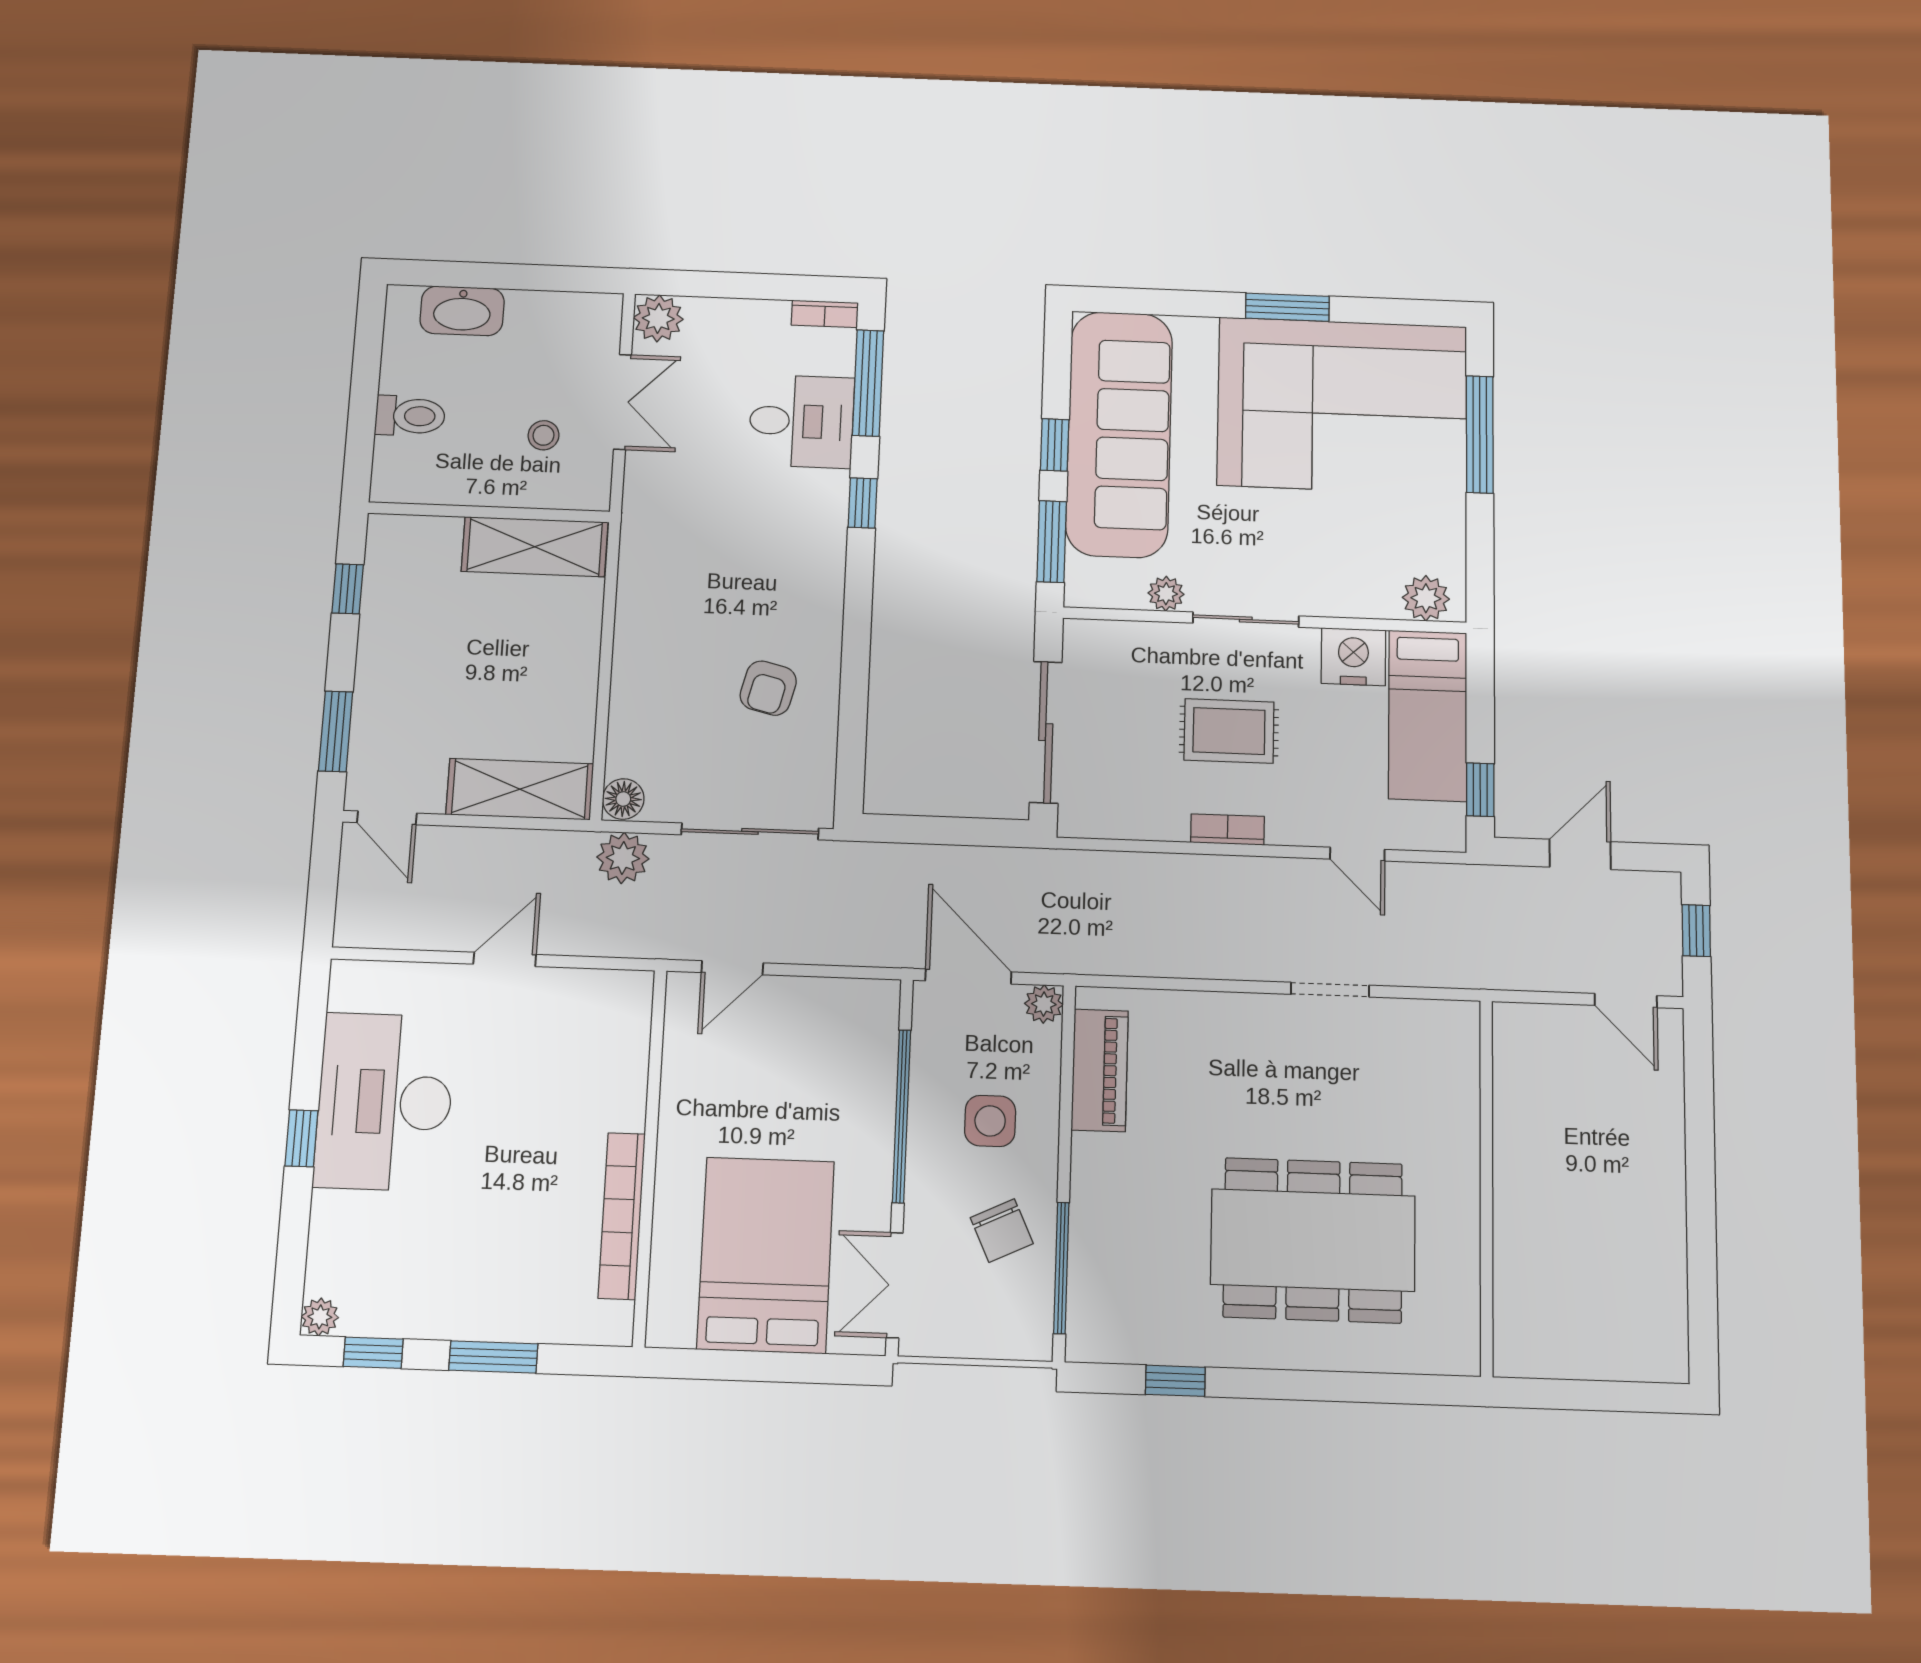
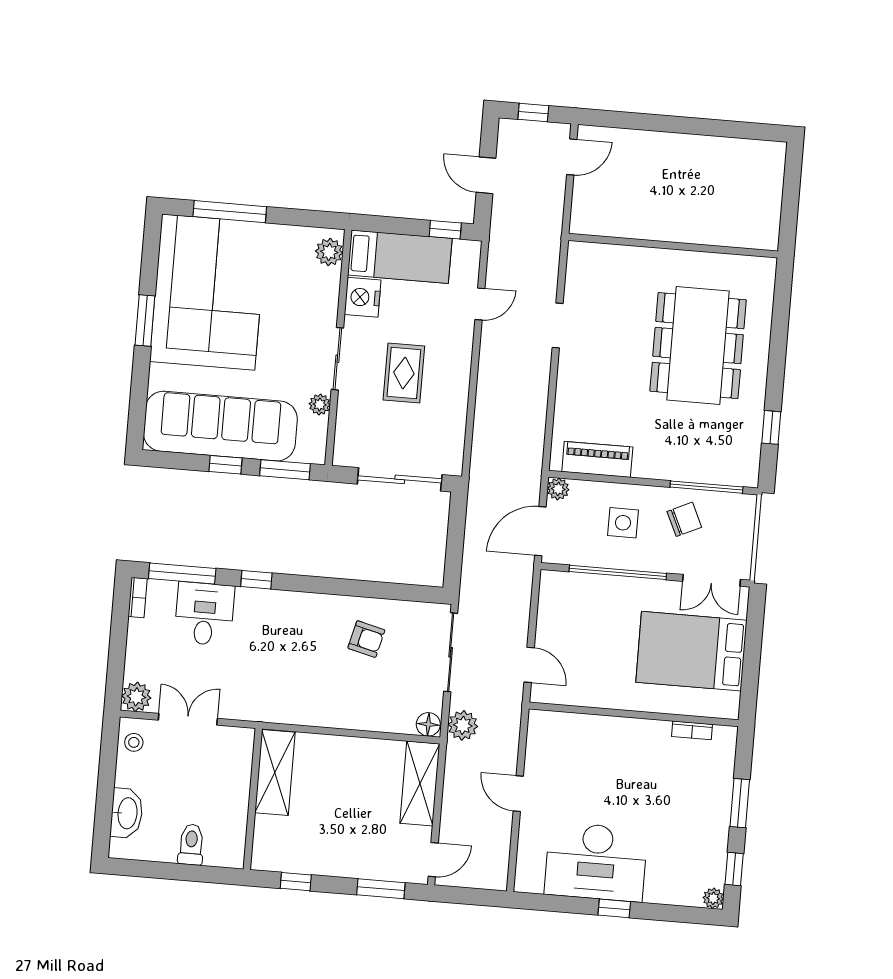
stool: (544, 435) -> (134, 742), moved
bookcase: (1228, 829) -> (462, 378), removed
bookcase: (622, 1216) -> (692, 730), width x0.43, depth x0.76

